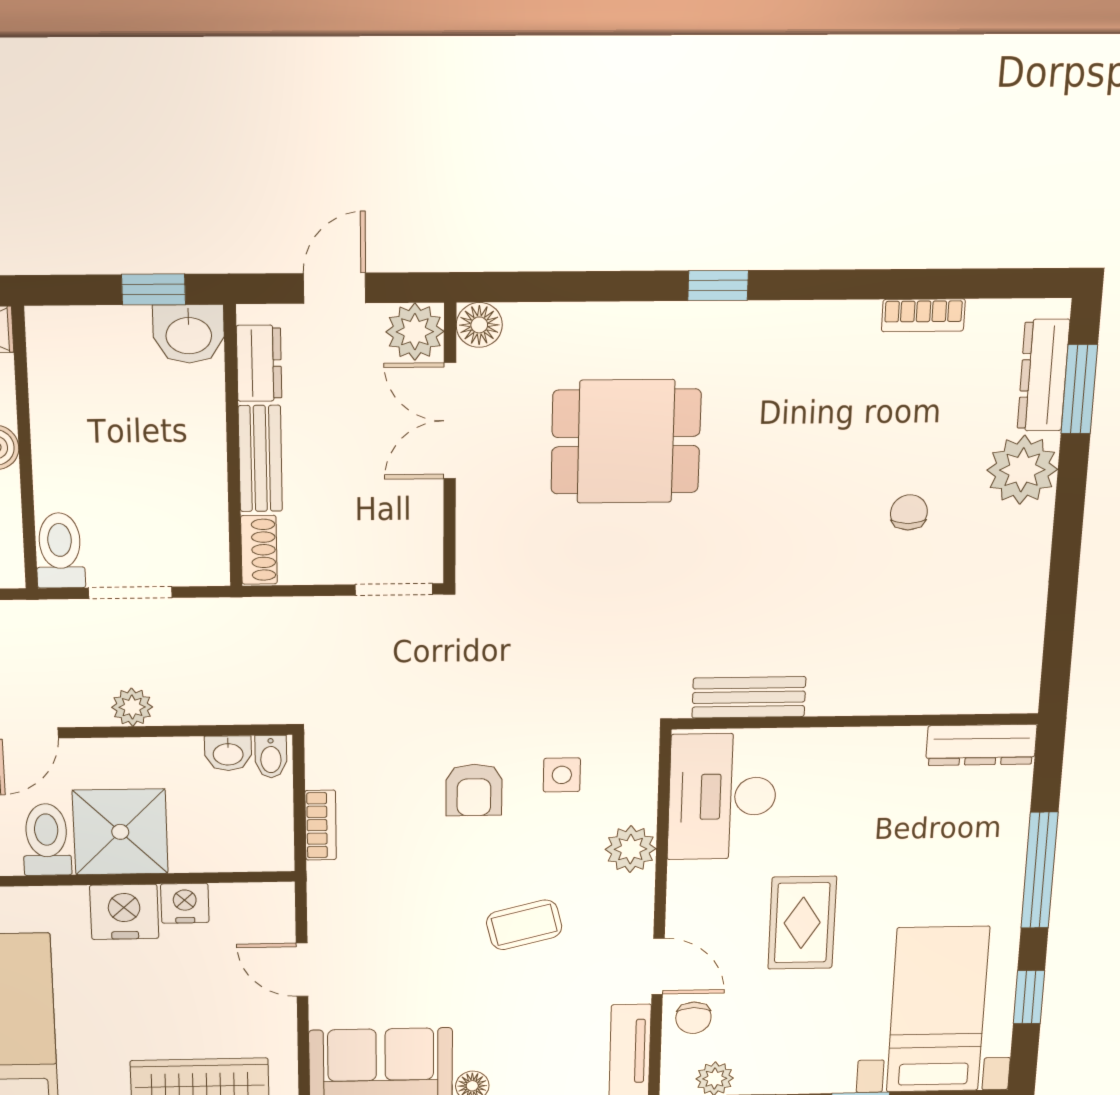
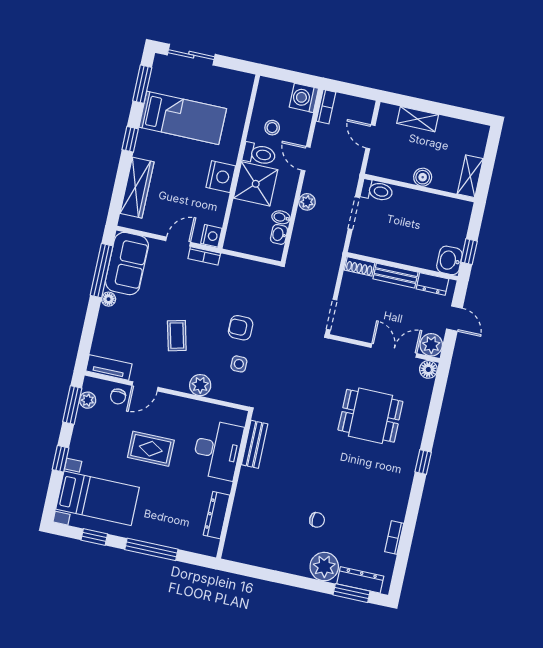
dining table: (626, 442) -> (370, 416), turned 90
dresser: (981, 745) -> (217, 515), moved
bidet: (271, 757) -> (281, 217), moved
desk: (722, 797) -> (217, 450), moved, turned 90
bookcase: (321, 825) -> (204, 256), moved
nightstand: (185, 903) -> (211, 236), moved
chair: (693, 1018) -> (118, 396), turned -87

